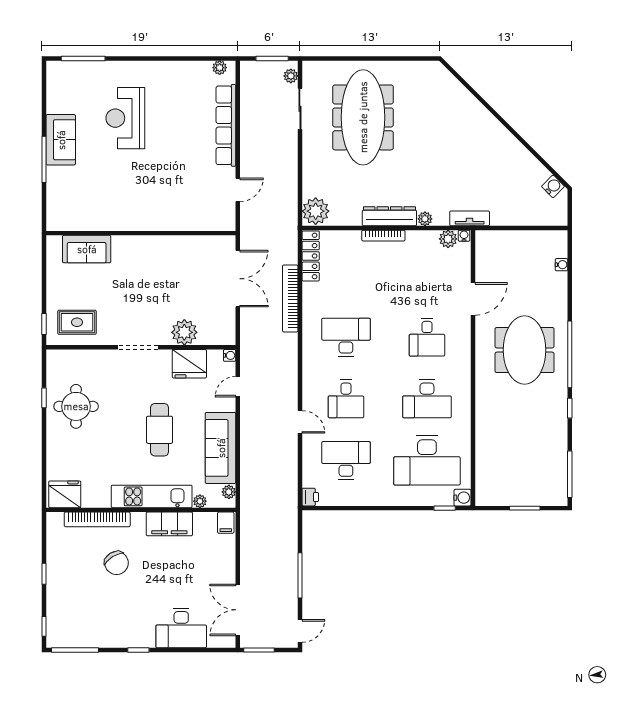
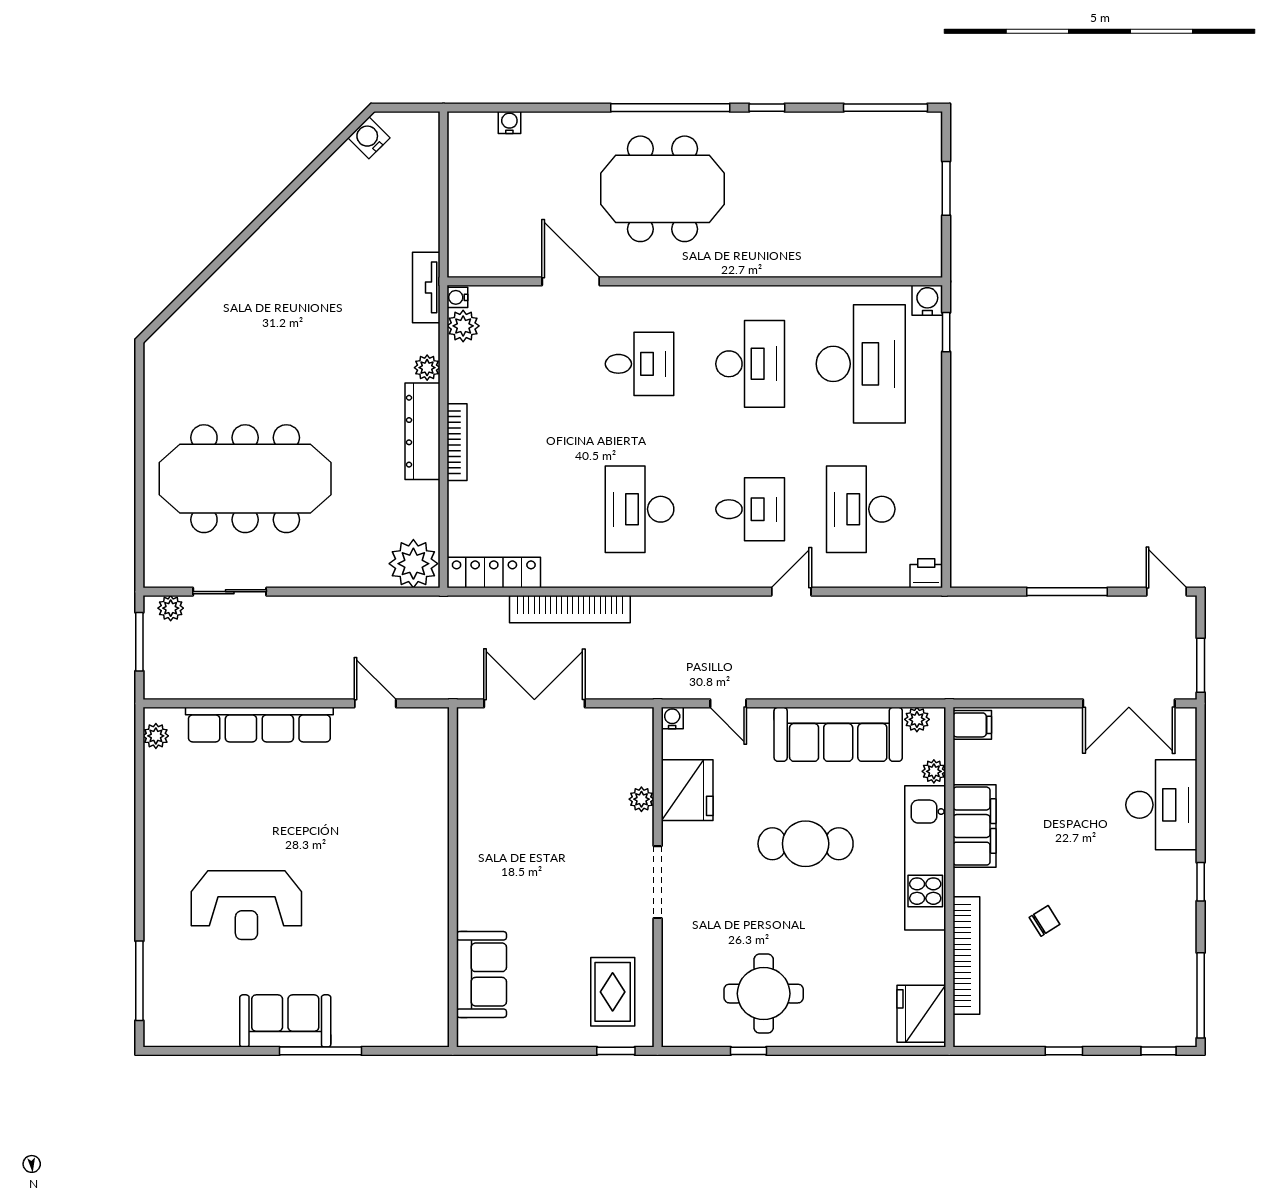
plant: (184, 332) -> (641, 799), width x0.53, depth x0.53
chair: (117, 563) -> (1045, 921), width x0.54, depth x0.54

